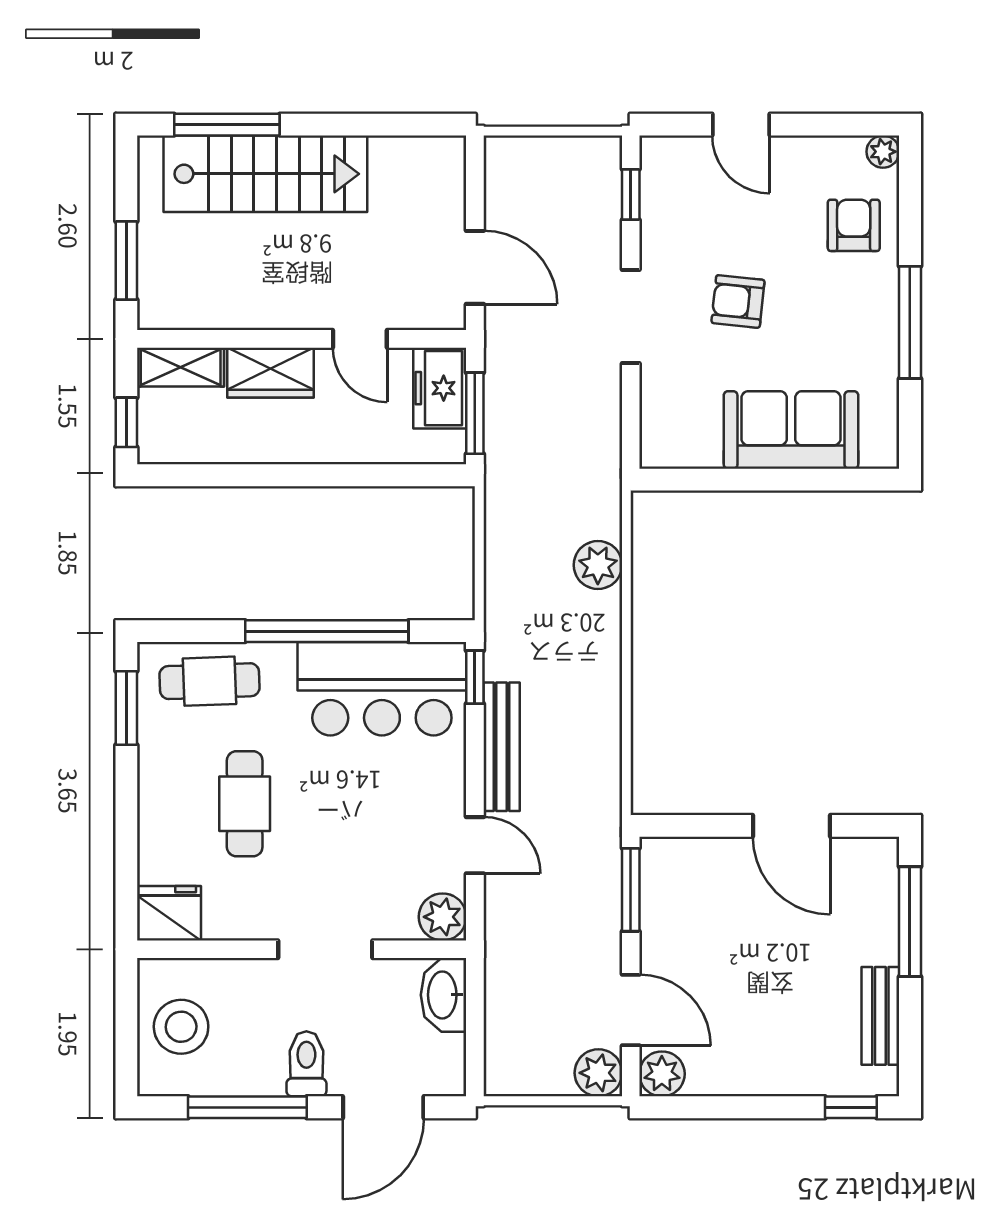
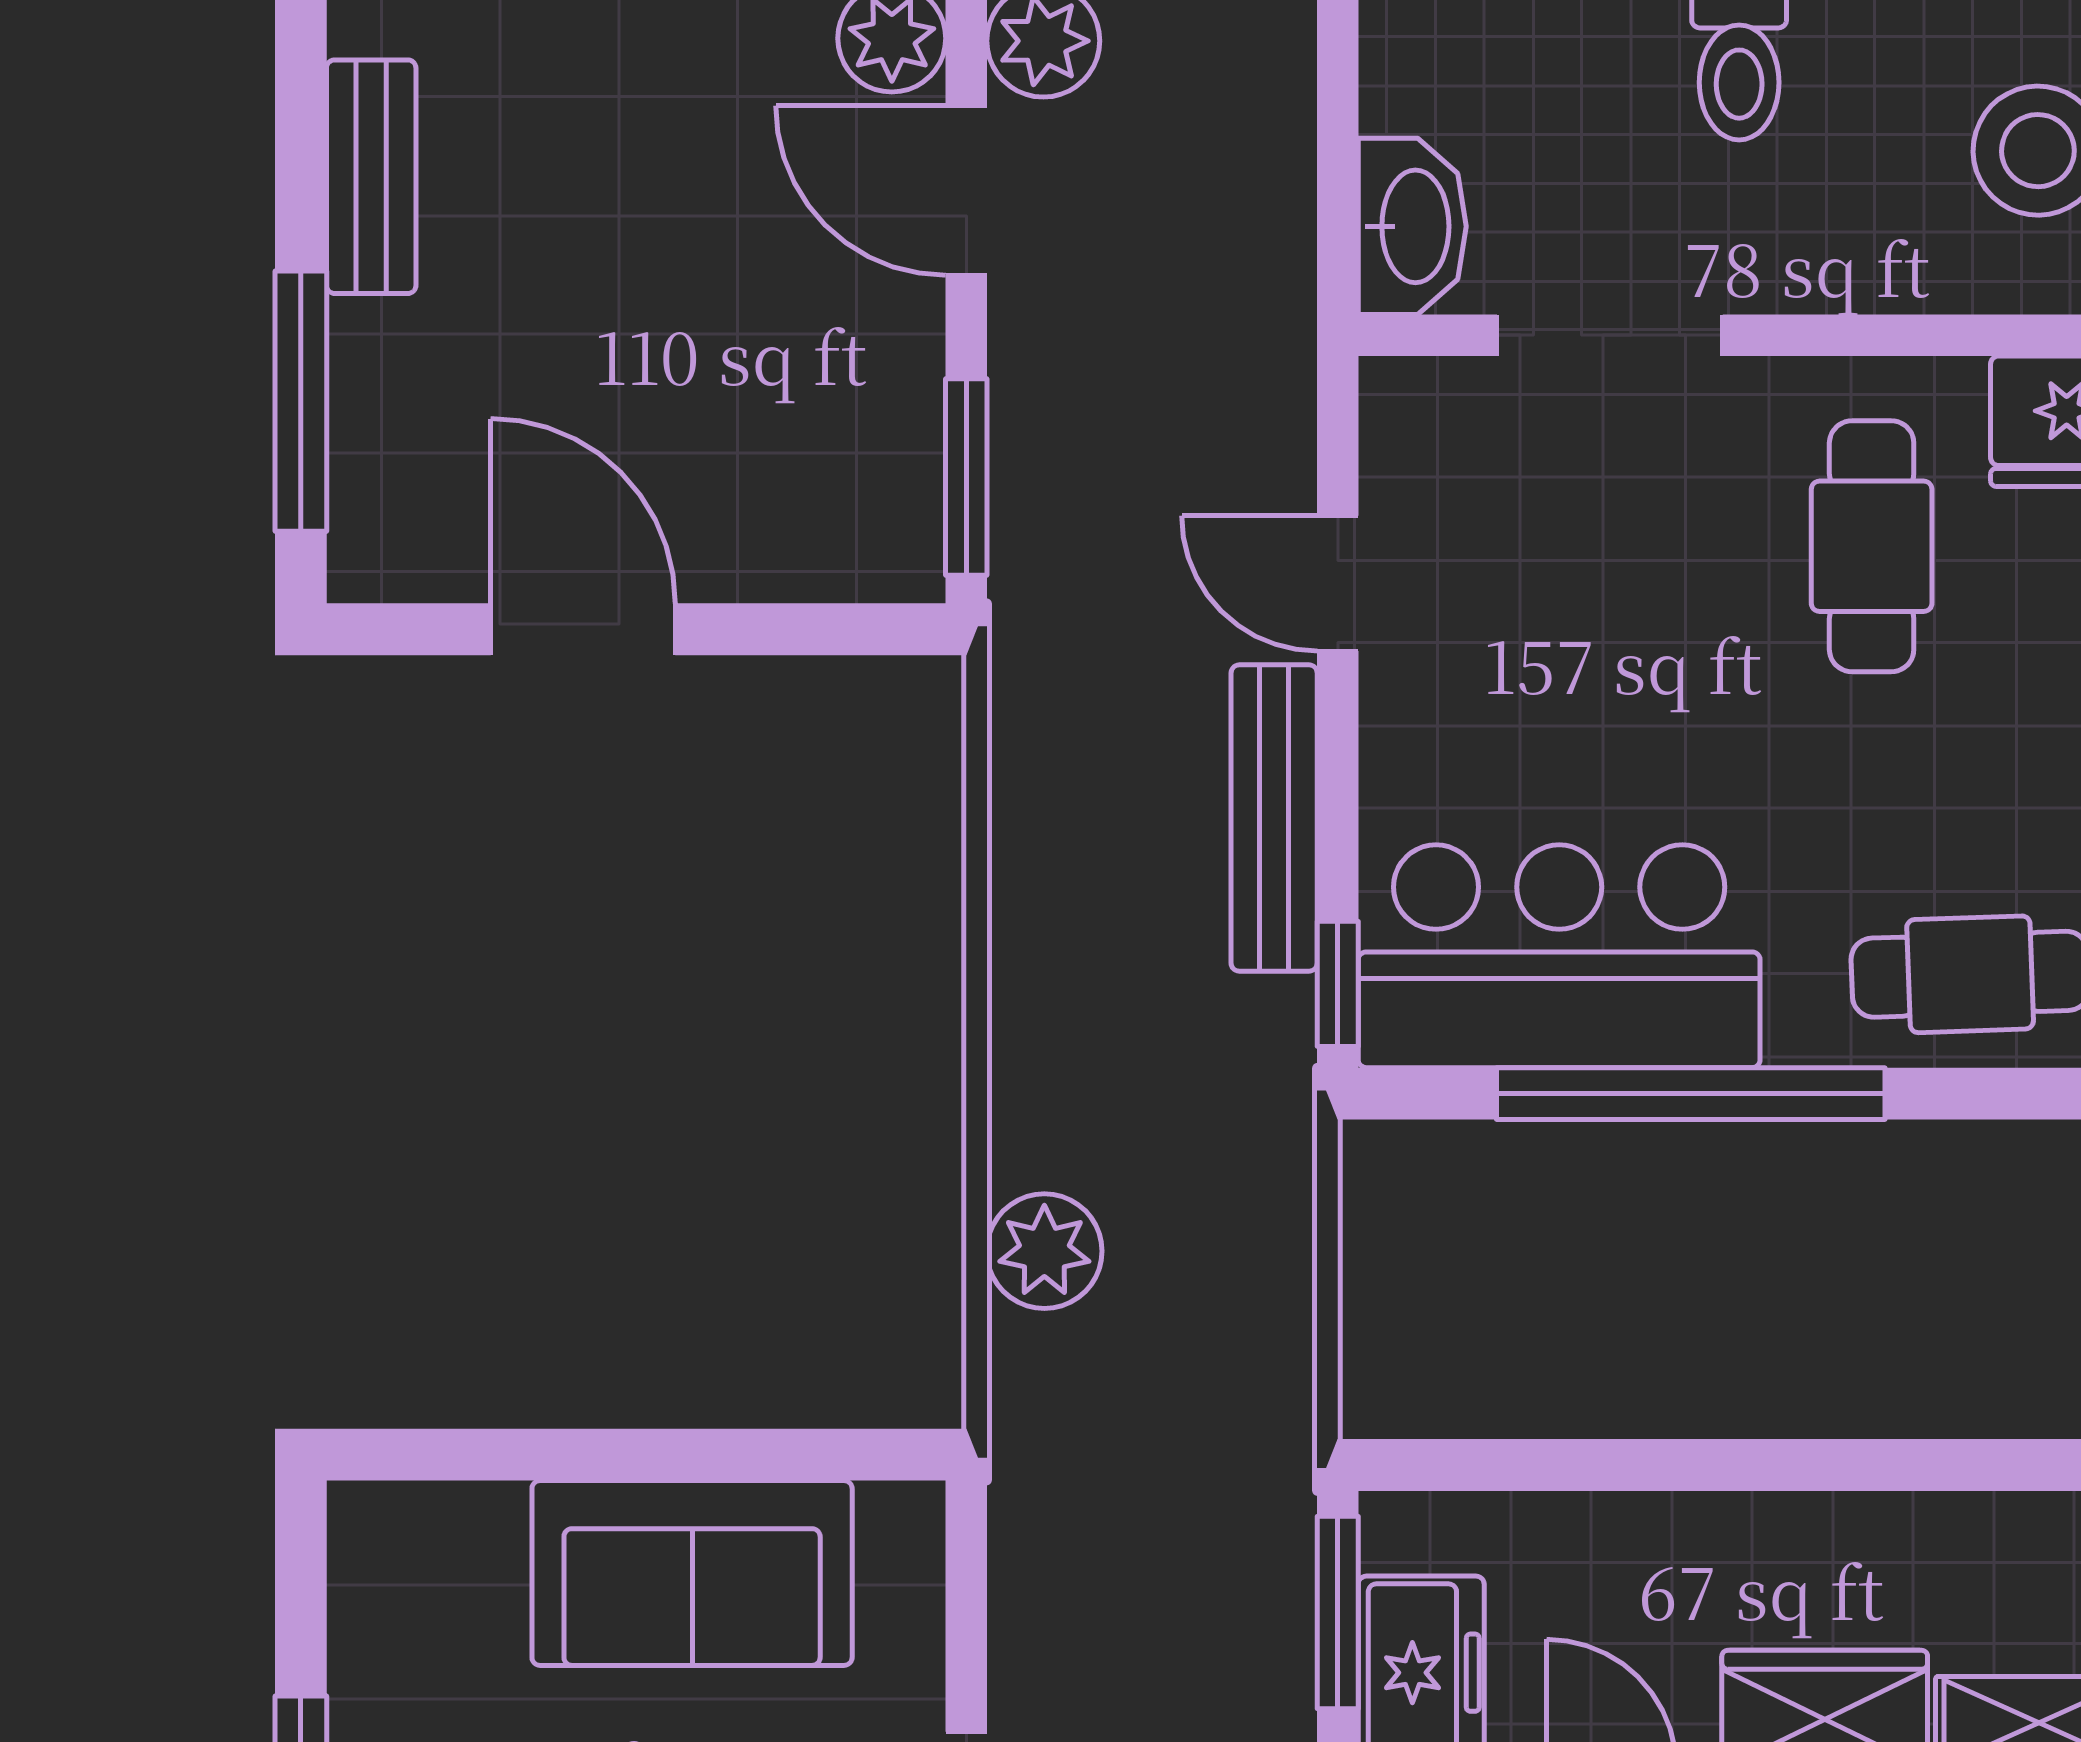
sofa: (791, 430) -> (692, 1573), moved
cafe table: (245, 804) -> (1872, 546), moved
plant: (443, 917) -> (1415, 412), removed
doorway: (325, 949) -> (1610, 335), moved

